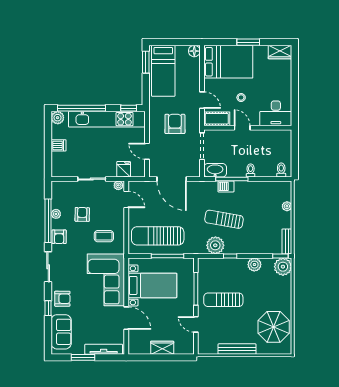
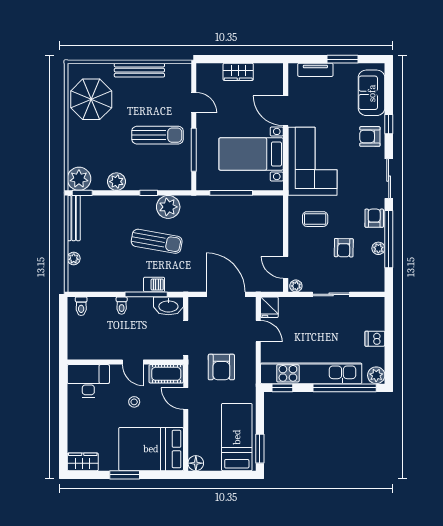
fridge: (124, 169) -> (269, 307), moved
sun lounger: (158, 236) -> (244, 219), removed
bench: (287, 241) -> (74, 218), width x1.36
tv unit: (104, 349) -> (315, 70), width x0.71

